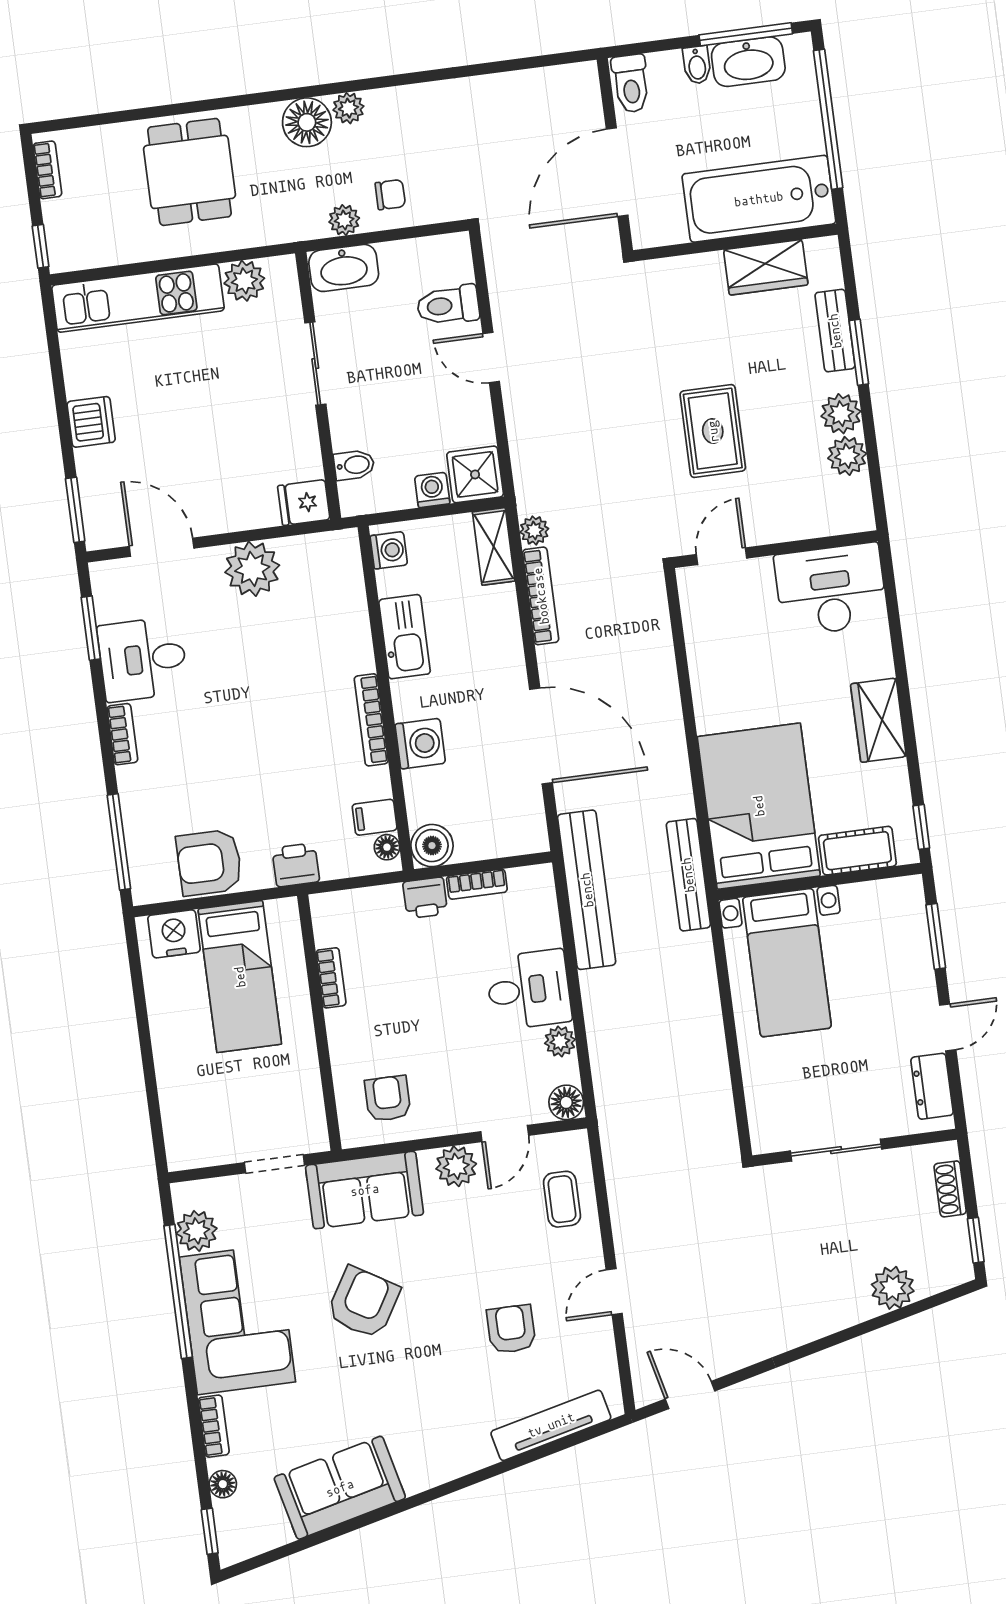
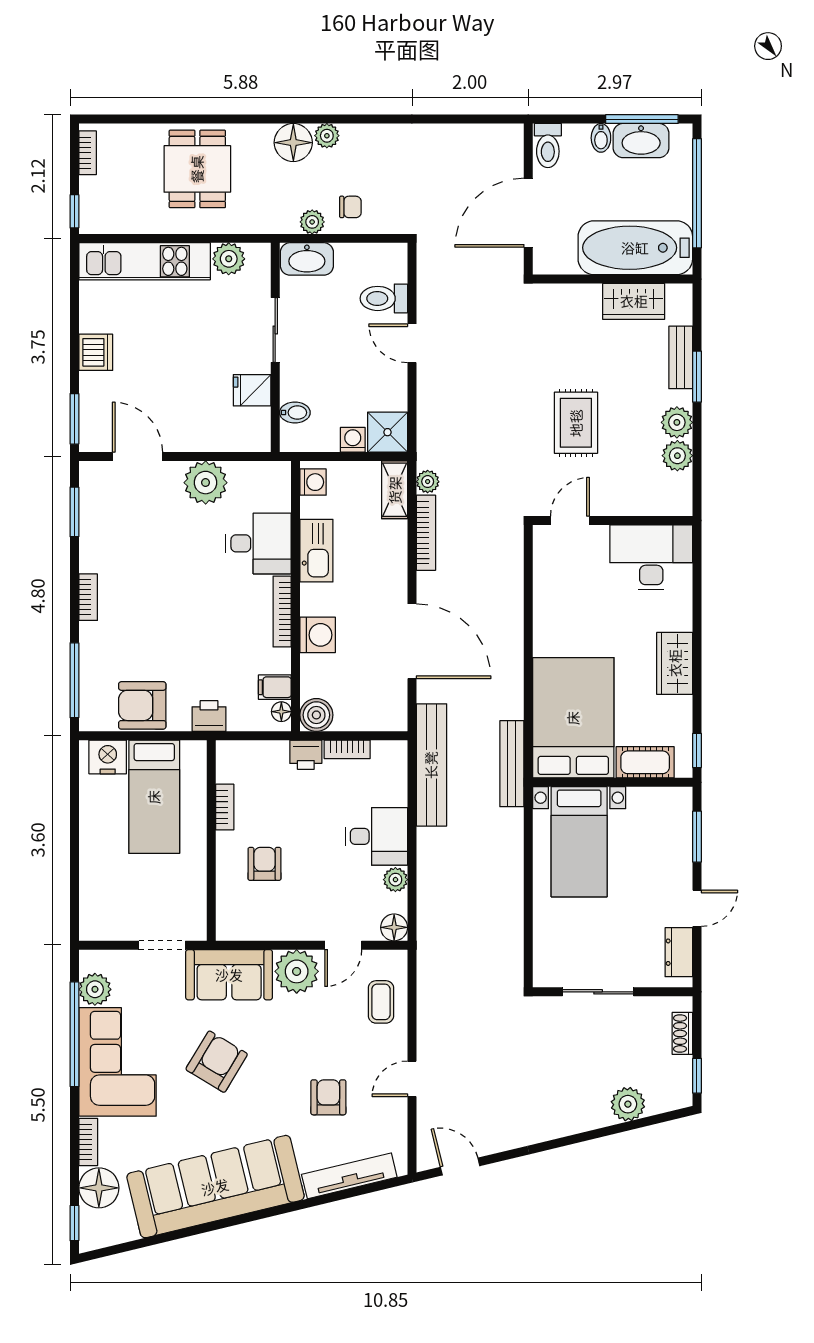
fridge: (304, 503) -> (252, 390), moved
desk: (143, 659) -> (258, 543), moved, turned 180
armchair: (388, 1099) -> (265, 864), moved
plant: (456, 1166) -> (297, 971), width x1.36, depth x1.36
floor lamp: (223, 1484) -> (99, 1188), width x1.89, depth x1.89
sofa: (340, 1488) -> (215, 1187), width x1.85, depth x1.27

